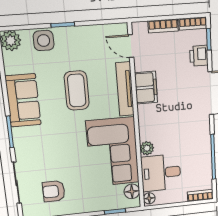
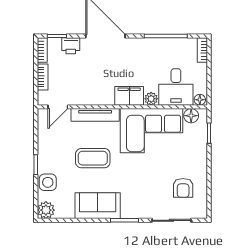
filing cabinet: (146, 88) -> (129, 96), moved

